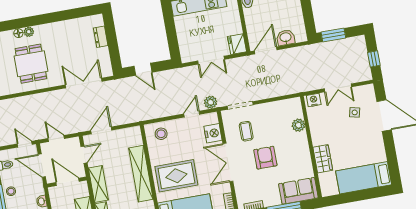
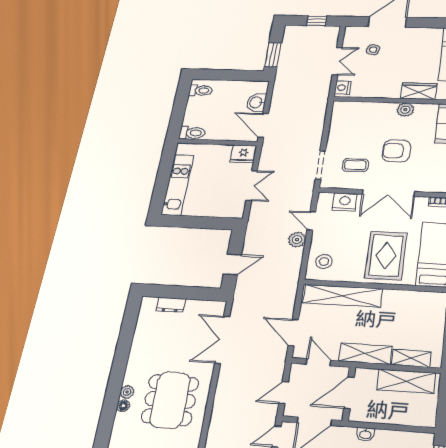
dining table: (31, 64) -> (170, 400), width x1.38
plant: (211, 102) -> (297, 240), moved
plant: (298, 125) -> (405, 110), moved
shelving: (141, 174) -> (343, 296), moved

